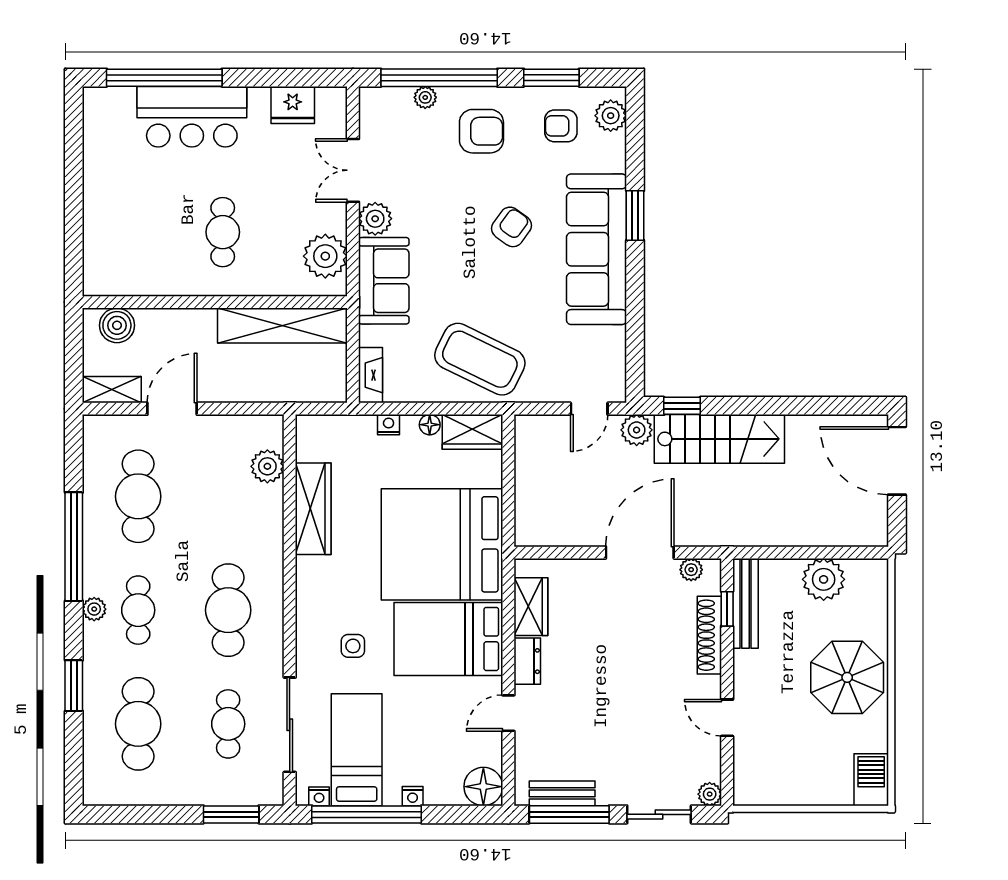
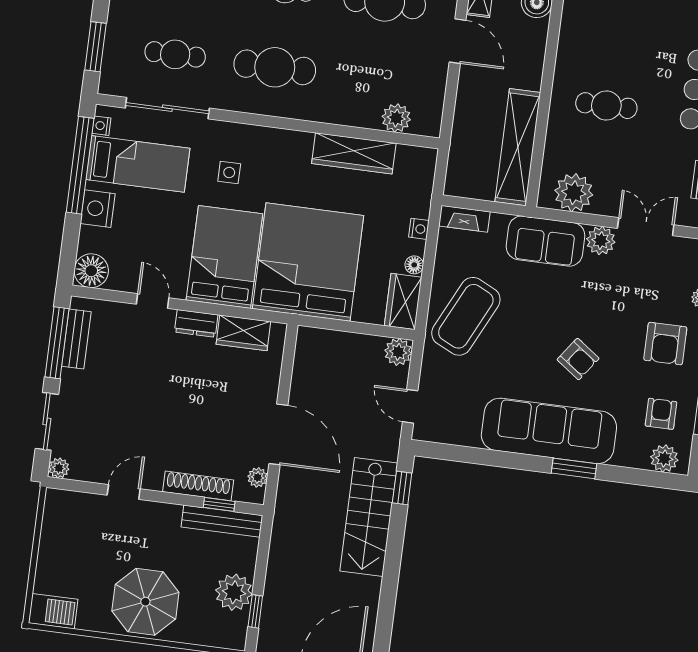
plant: (637, 430) -> (398, 352), moved
window: (842, 553) -> (255, 611), added
nightstand: (413, 796) -> (98, 209), width x1.89, depth x1.79

